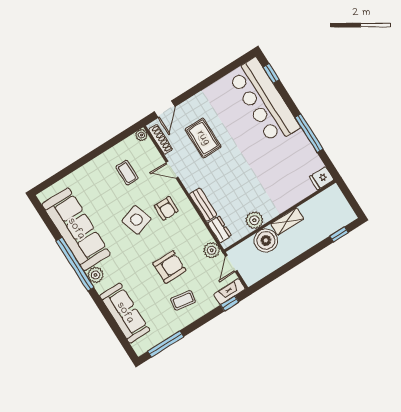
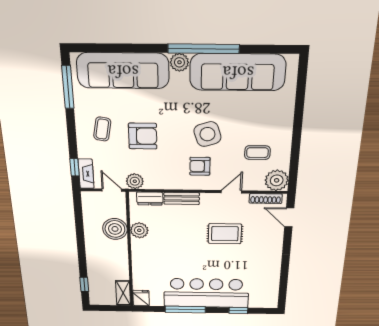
window: (271, 73) -> (238, 310), moved
bar counter: (264, 101) -> (206, 293), moved
plant: (141, 135) -> (277, 180), width x1.87, depth x1.87
rug: (203, 138) -> (225, 234), moved
shelving: (287, 221) -> (123, 293), moved
armchair: (169, 267) -> (143, 136), turned -90
sofa: (125, 313) -> (123, 71), width x1.36, depth x1.27

